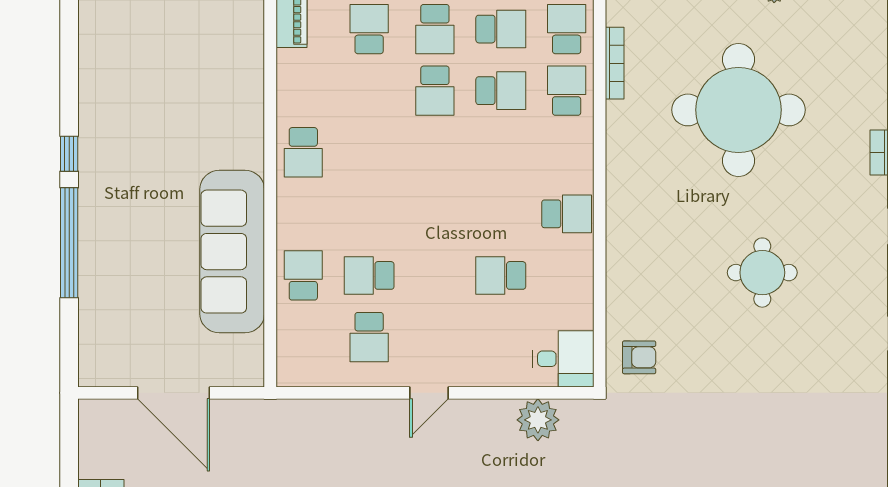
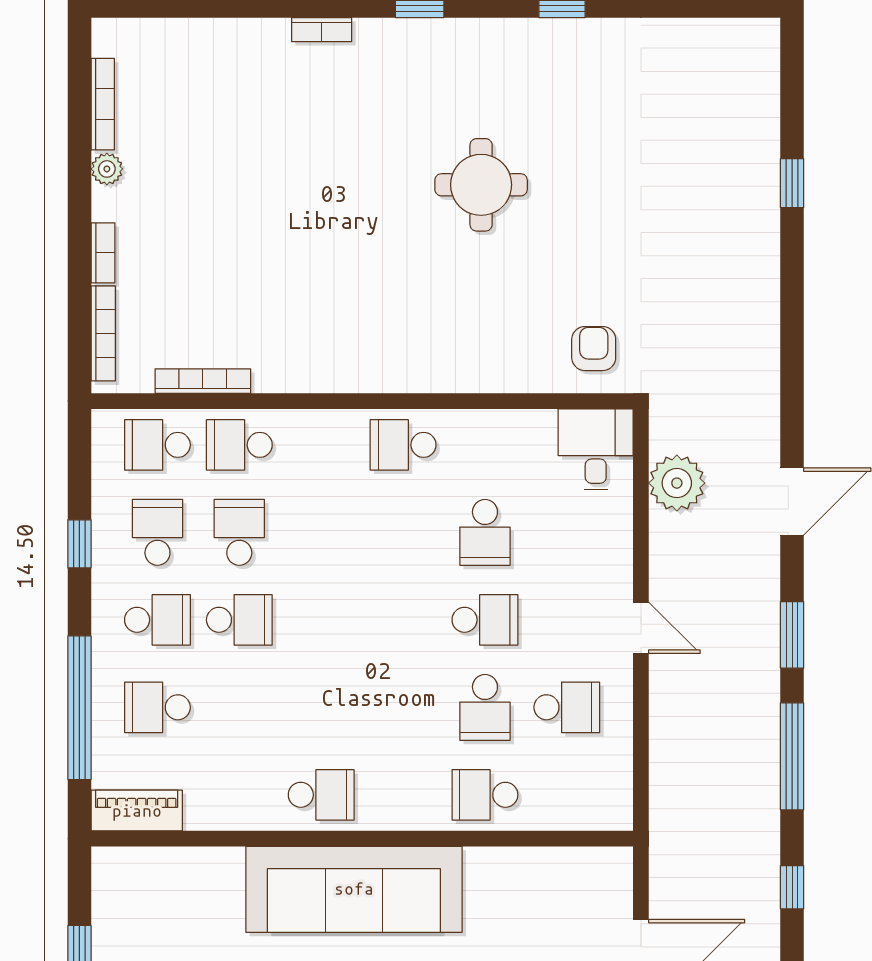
round table: (738, 110) -> (265, 216), removed
school desk: (567, 214) -> (403, 445), turned -90
sofa: (232, 252) -> (354, 889), moved
school desk: (435, 275) -> (485, 620), added

